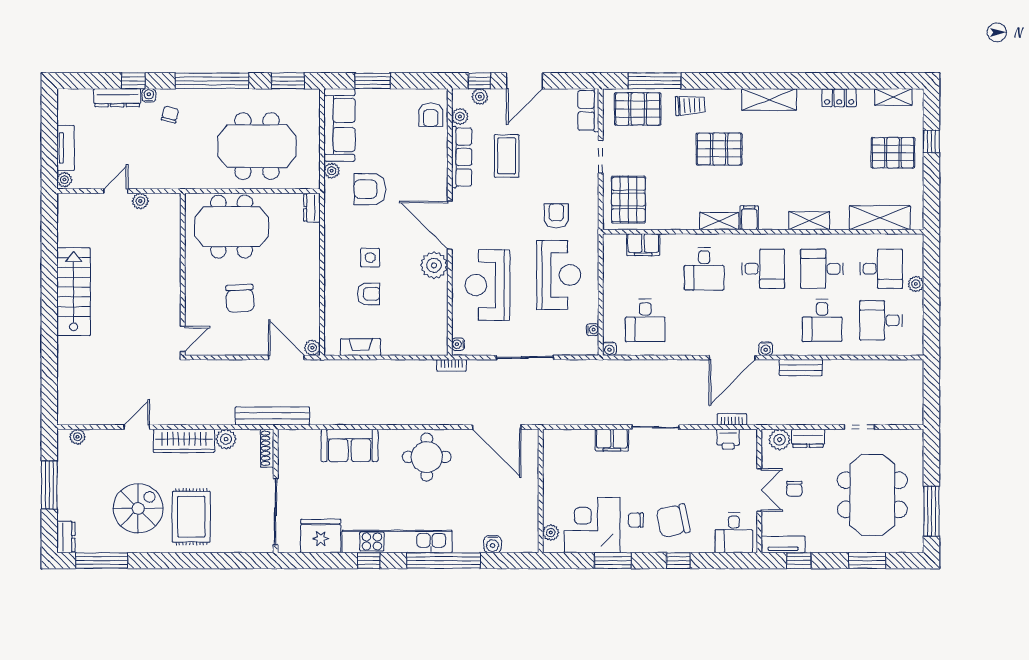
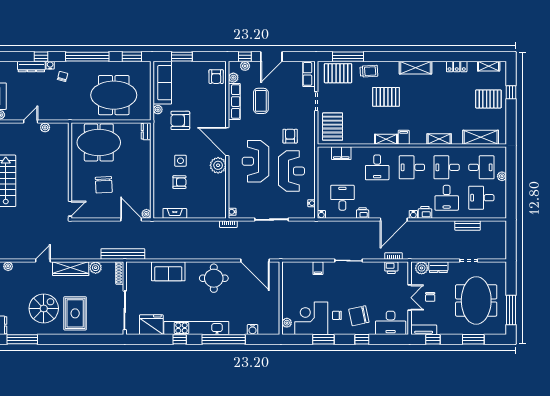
desk: (763, 269) -> (412, 167), turned 180
reception desk: (487, 285) -> (255, 161), moved
desk: (645, 320) -> (342, 198), turned 180
printer: (785, 345) -> (425, 212), added
printer: (679, 346) -> (363, 213), added
bench: (801, 368) -> (468, 226), moved
filing cabinet: (612, 440) -> (318, 268), width x0.50
desk: (734, 533) -> (391, 323), width x1.37

